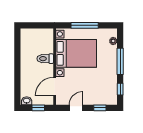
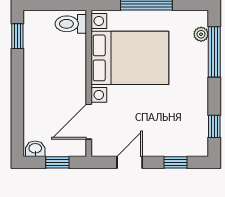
window: (17, 42) -> (17, 36), added
toilet: (45, 59) -> (71, 24), moved
window: (120, 61) -> (214, 52), moved

